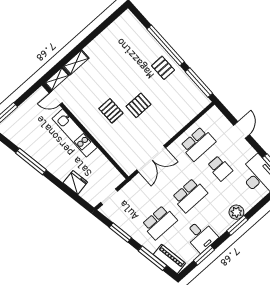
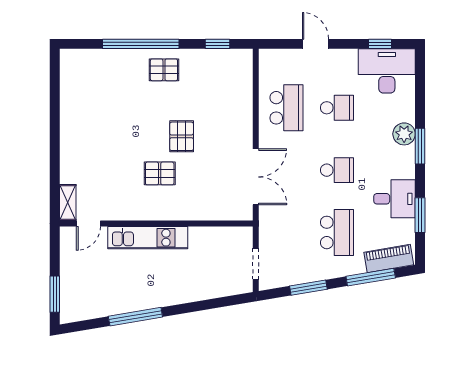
shelving: (76, 62) -> (68, 164), removed
window: (199, 83) -> (218, 44), width x0.46
fridge: (75, 182) -> (205, 288), removed
school desk: (190, 195) -> (337, 170), width x0.54

